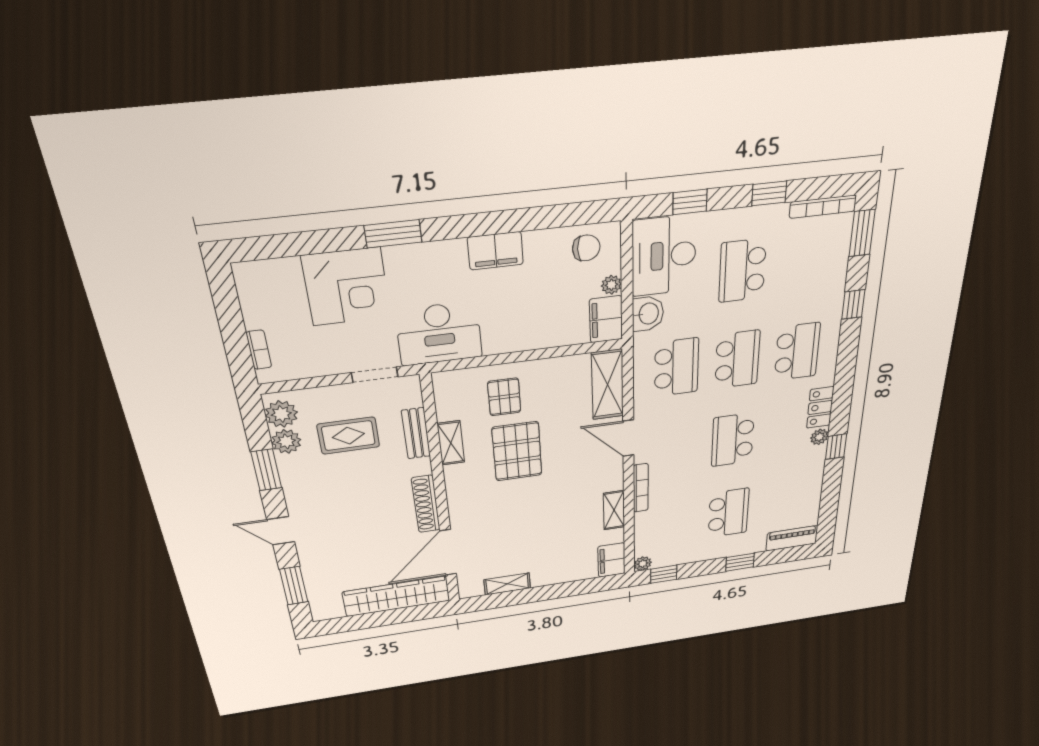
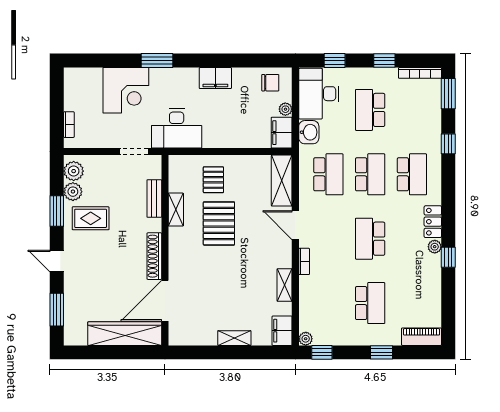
rug: (348, 436) -> (91, 218), moved
bookcase: (641, 488) -> (304, 261), width x0.64
shelving: (507, 584) -> (234, 338), moved

